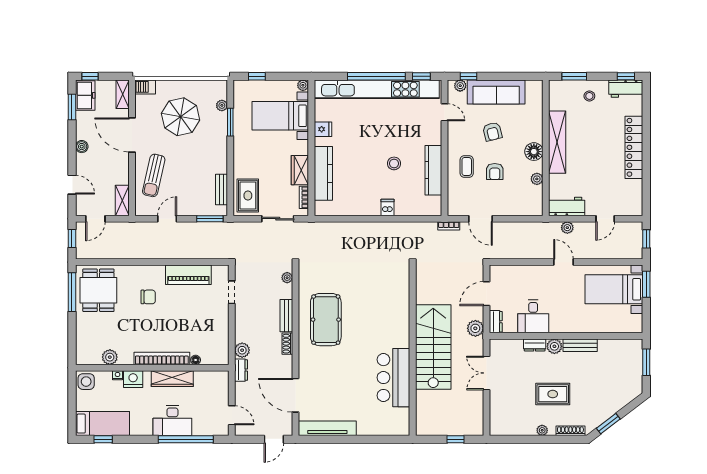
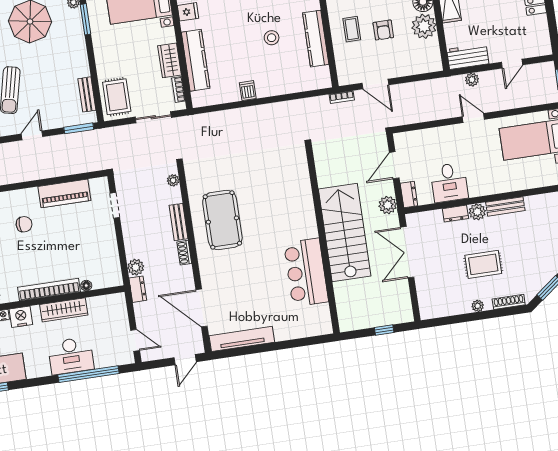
plant: (537, 179) -> (424, 26), width x1.87, depth x1.87
dishwasher: (387, 207) -> (248, 91), moved
double door: (486, 373) -> (407, 252), width x1.37

